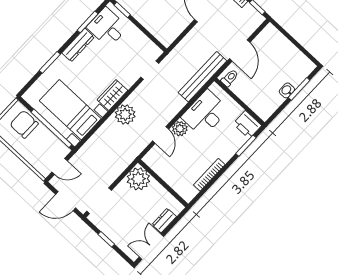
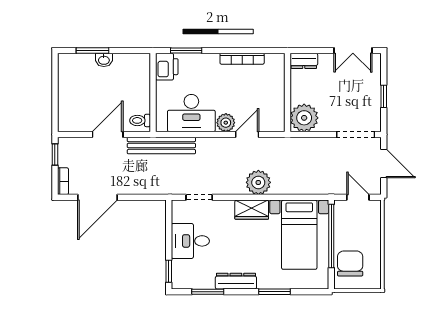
desk: (107, 27) -> (190, 241), moved, turned 90
chair: (24, 124) -> (350, 263), turned 180
dresser: (164, 220) -> (304, 61), moved

